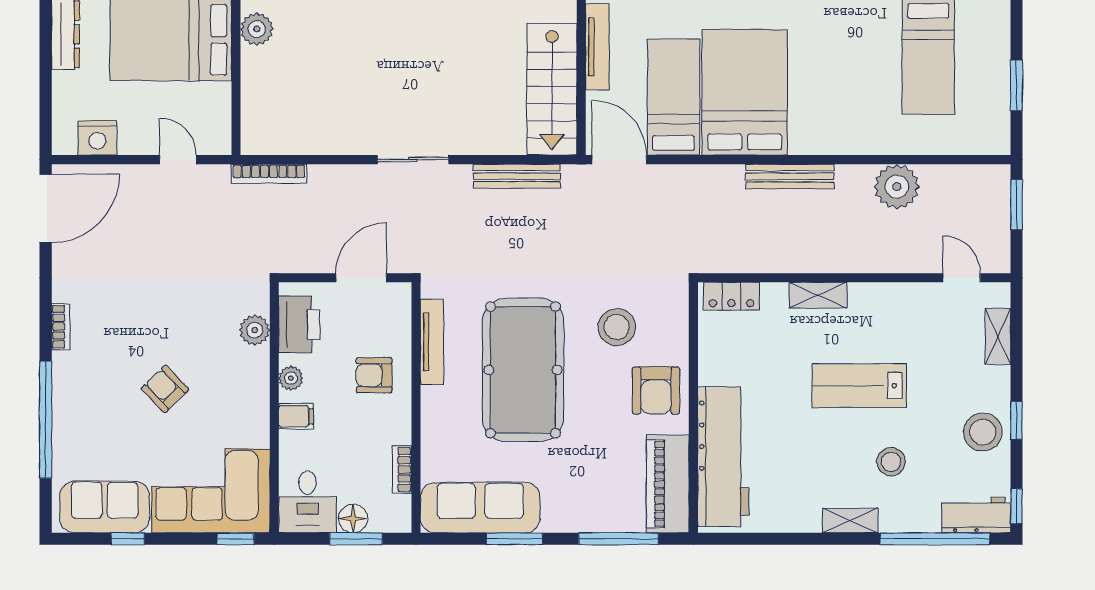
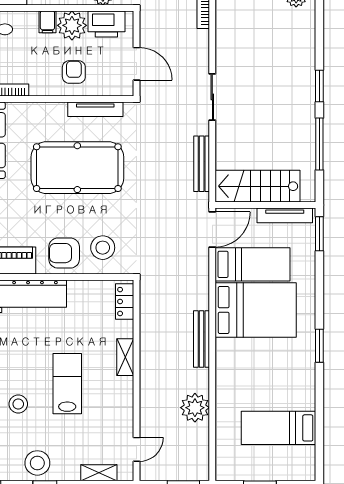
stool: (617, 327) -> (103, 248), moved
plant: (291, 378) -> (72, 25), width x1.87, depth x1.87

